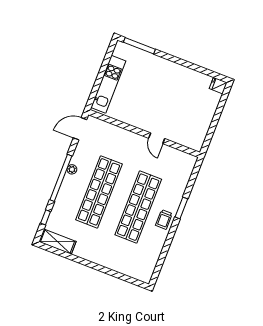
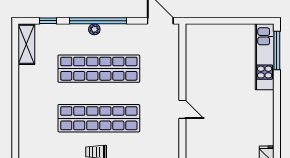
kitchen unit: (108, 84) -> (265, 57), moved, turned 90
door: (157, 138) -> (182, 109), swing flipped
plant: (72, 169) -> (94, 29), moved

